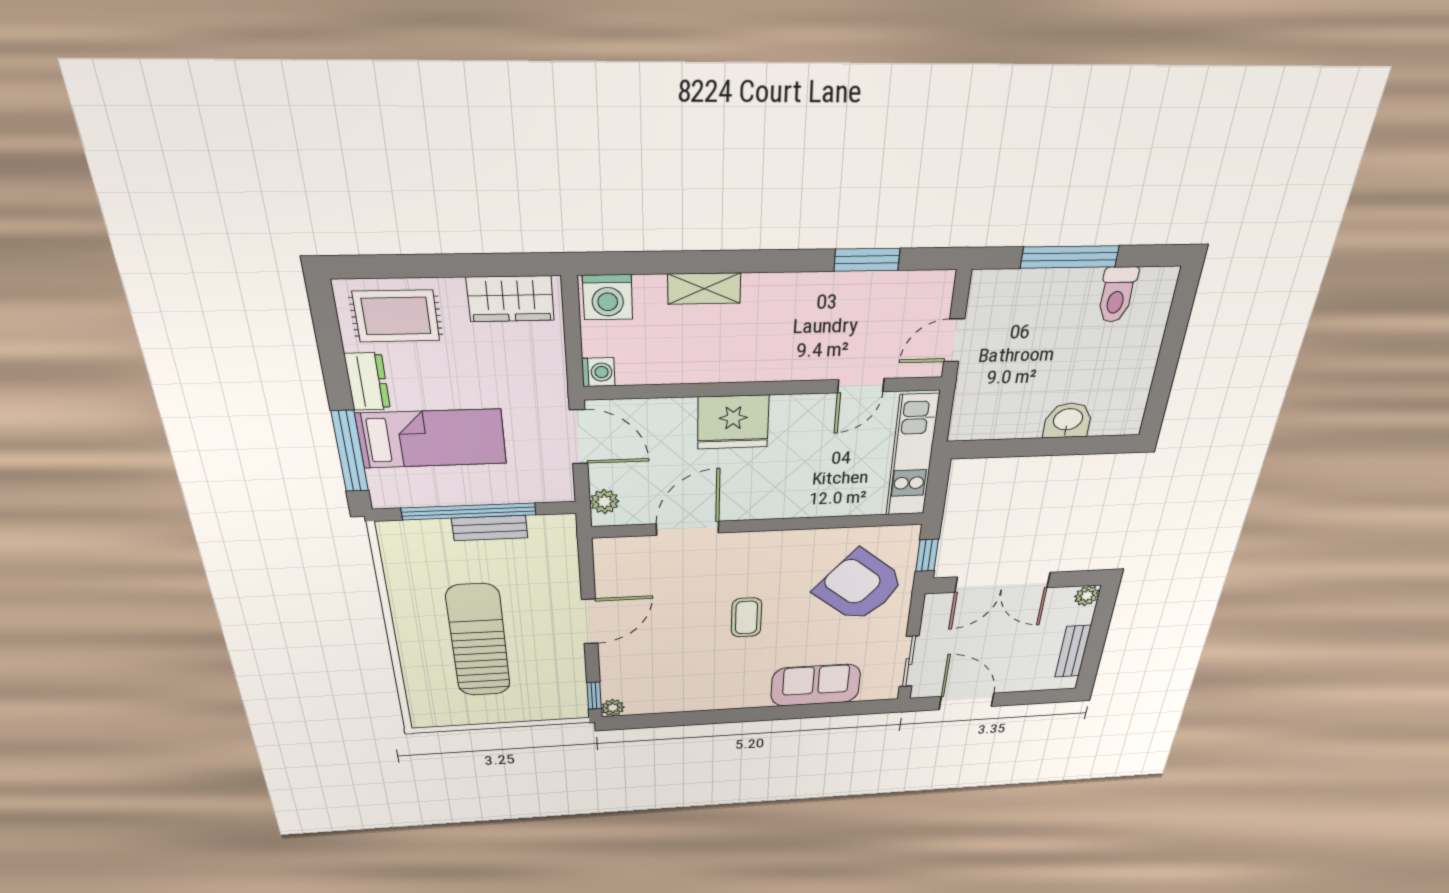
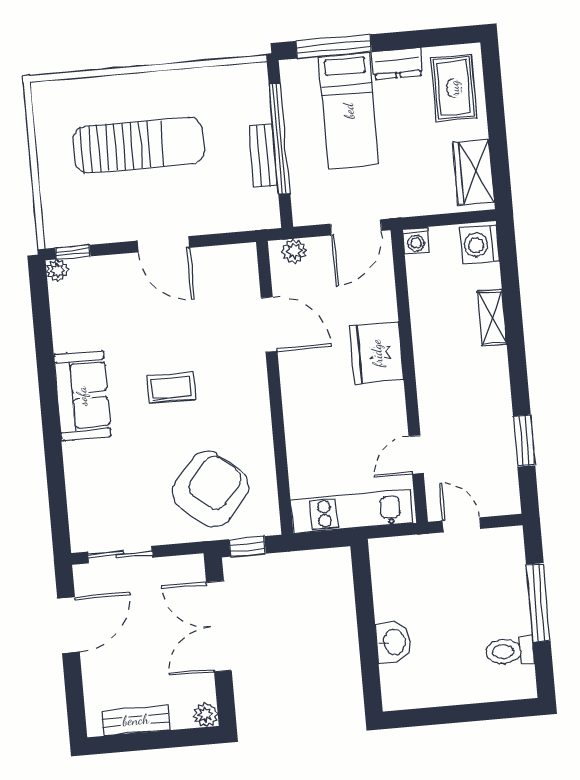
door: (861, 386) -> (416, 455), hinge flipped
sofa: (816, 685) -> (82, 396), moved

